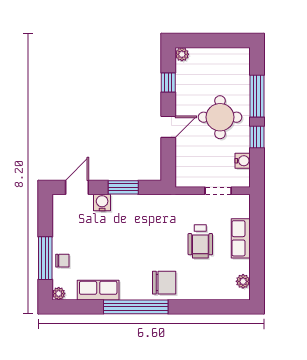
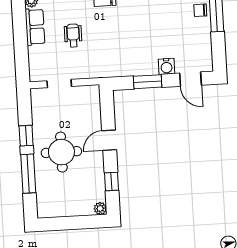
water cooler: (243, 161) -> (38, 113), removed
door: (77, 187) -> (191, 79), hinge flipped
row of seats: (241, 238) -> (35, 27), moved
wheelchair: (200, 241) -> (73, 35), width x0.73, depth x0.73

